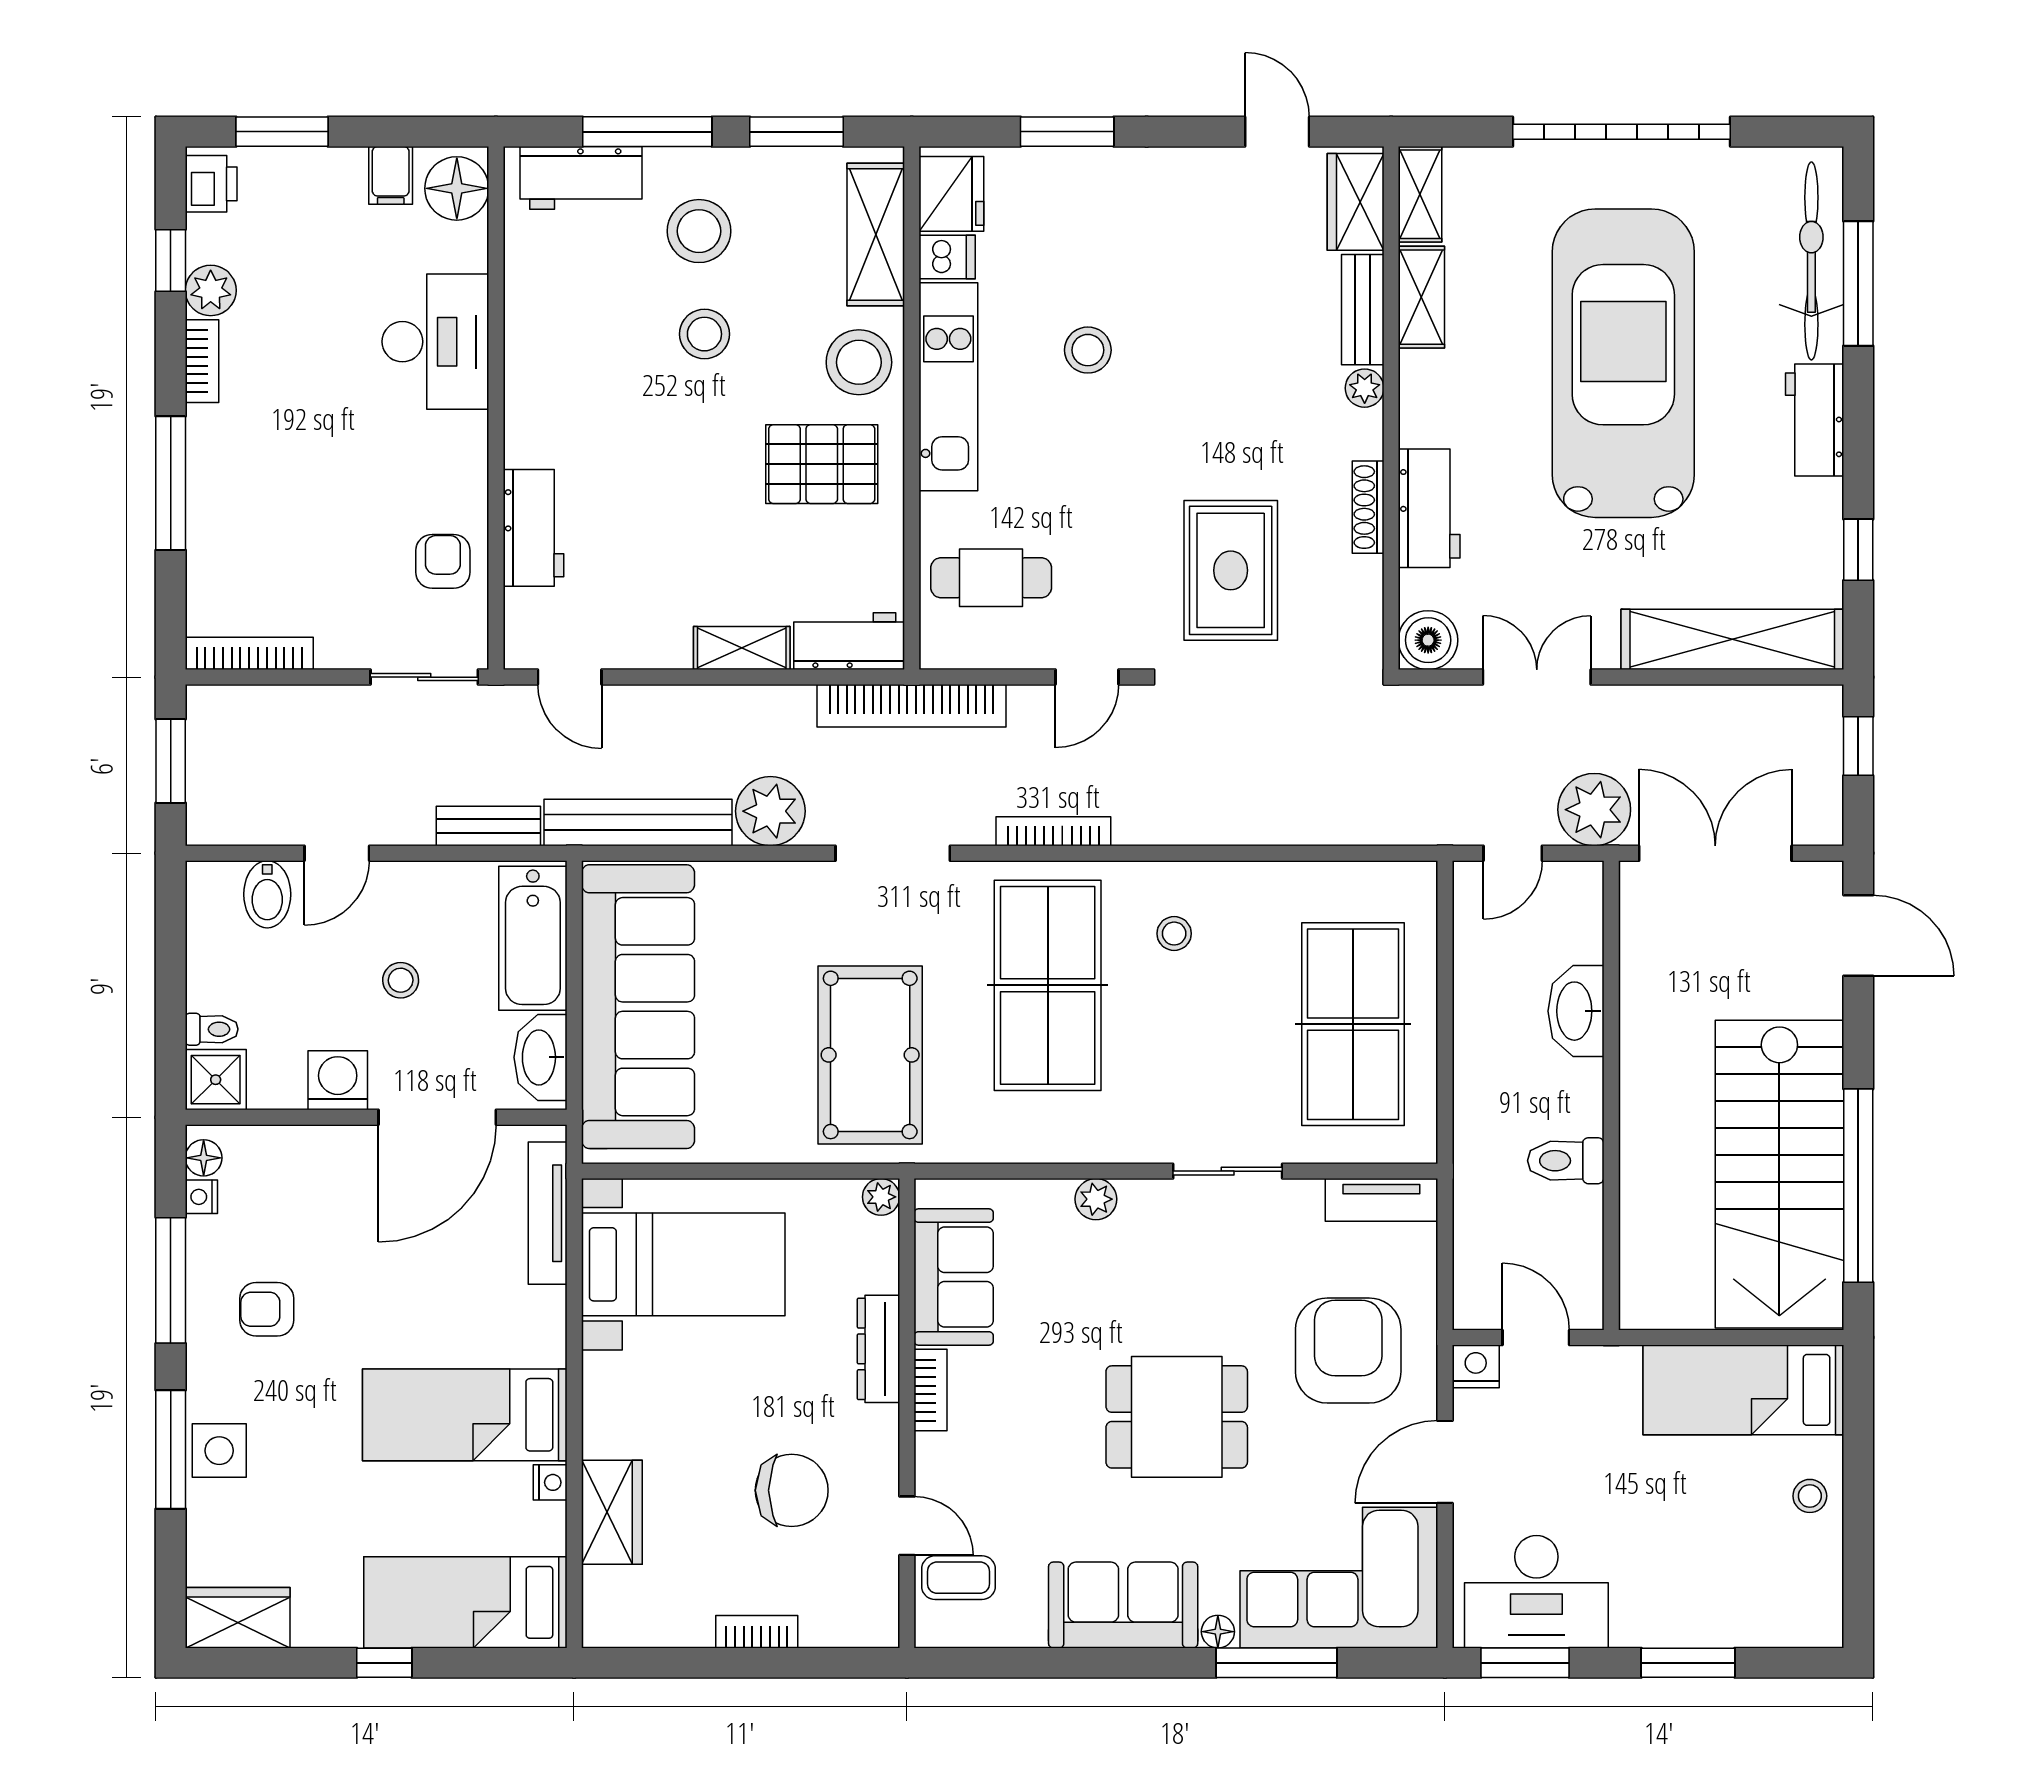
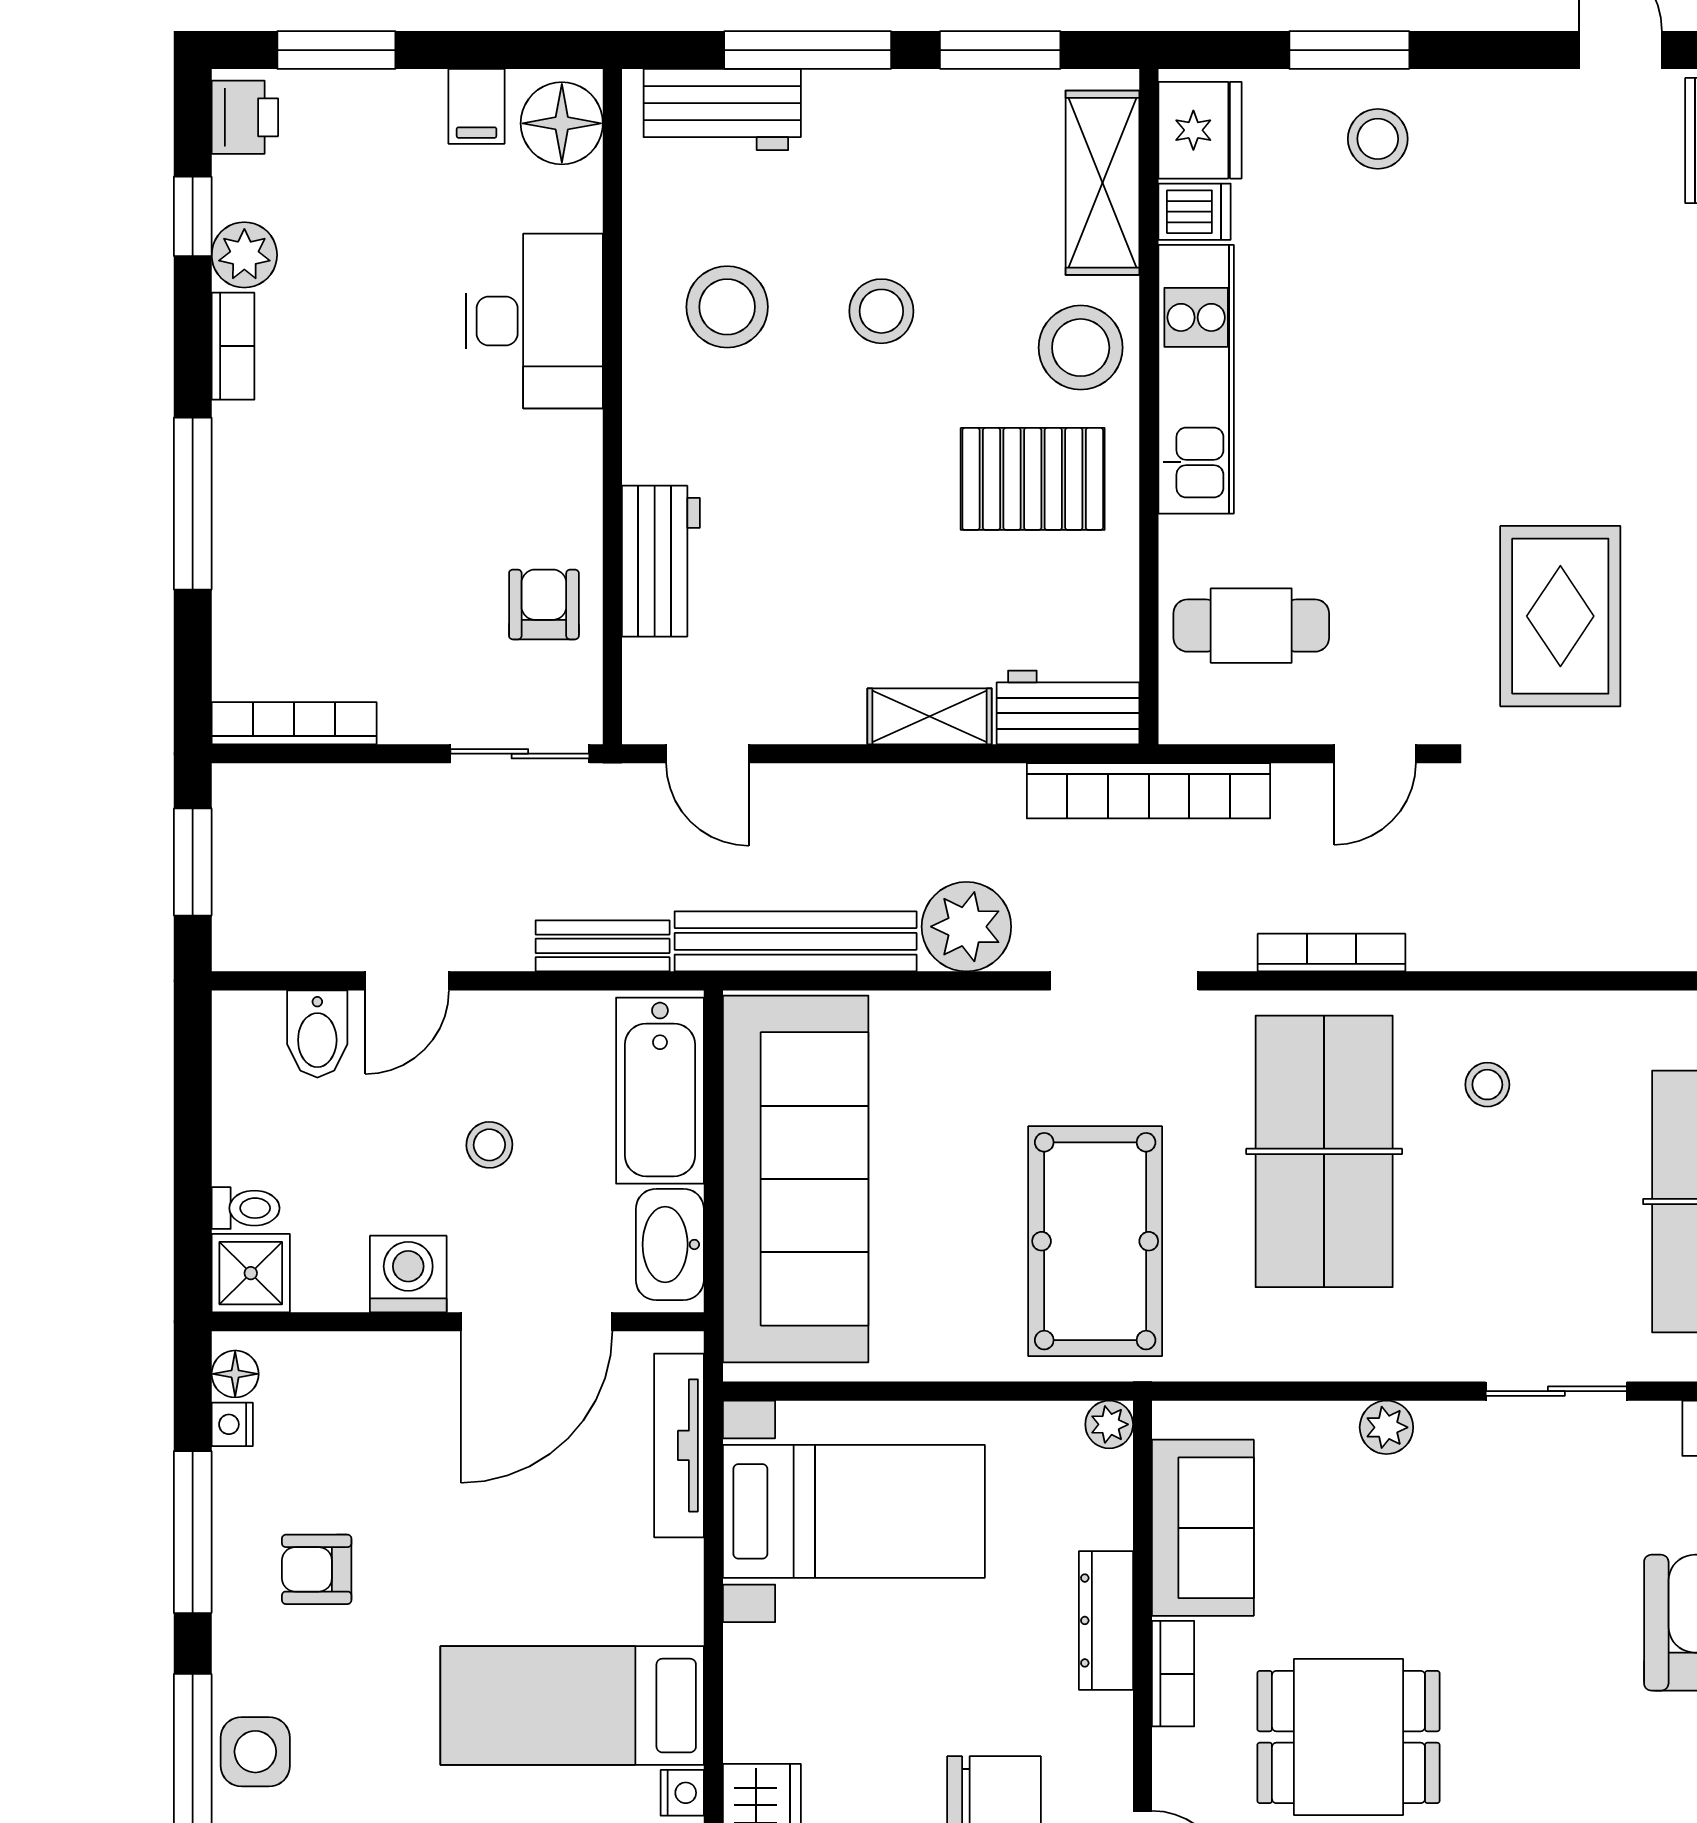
stool: (699, 231) -> (727, 307), moved
stool: (1088, 350) -> (1378, 139), moved
dining table: (1177, 1417) -> (1348, 1737), moved

